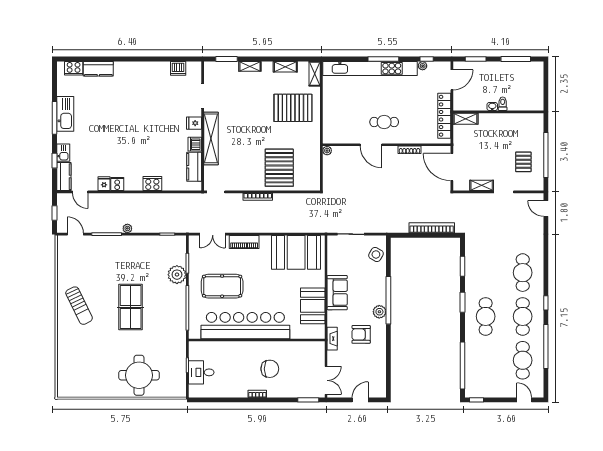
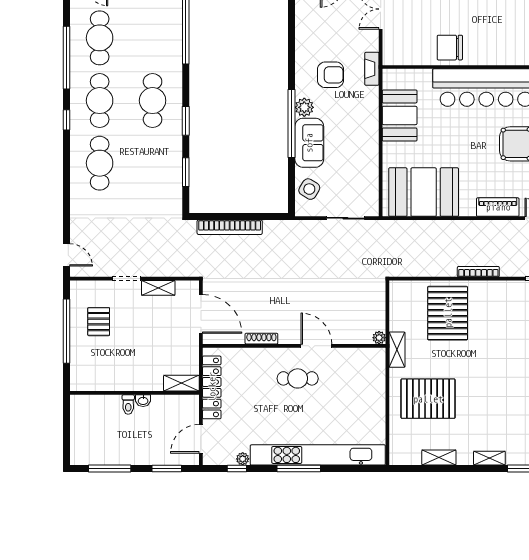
shelving: (315, 74) -> (397, 350), moved
sofa: (337, 293) -> (309, 143), moved, turned 180
chair: (270, 369) -> (450, 48), moved

